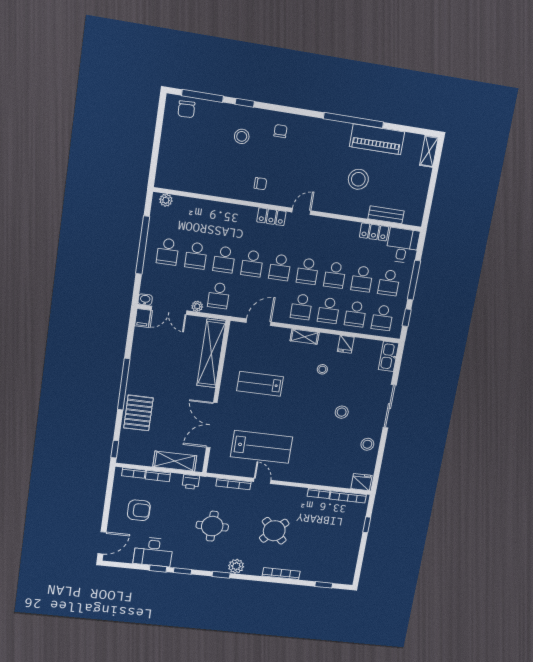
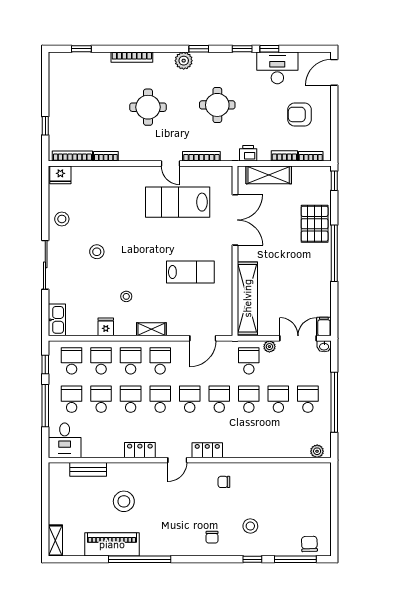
locker: (374, 232) -> (140, 450), moved
round table: (274, 531) -> (148, 107), turned 45

